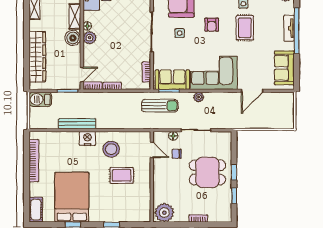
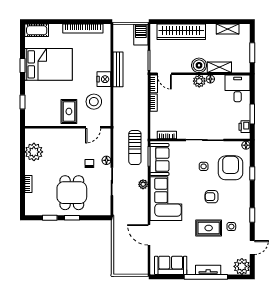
door: (152, 150) -> (93, 127), moved
wall: (152, 177) -> (68, 127), moved

